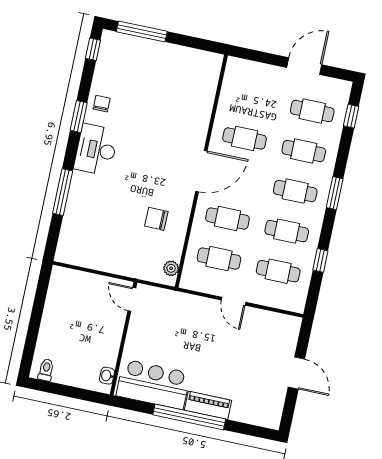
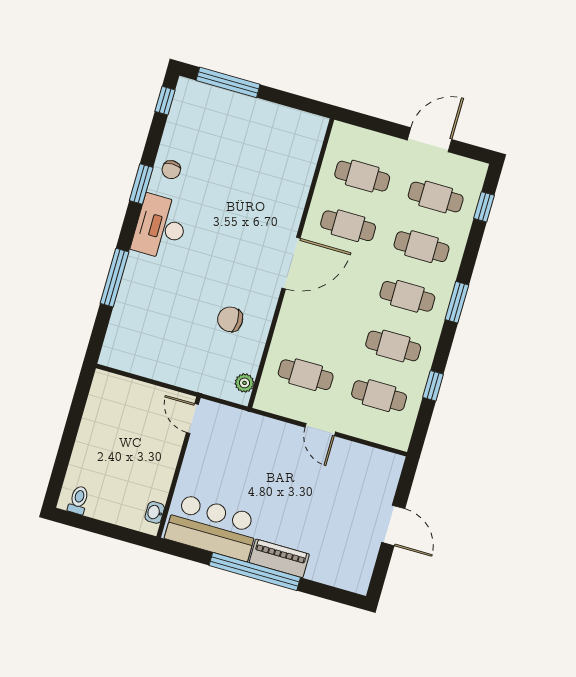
chair: (102, 104) -> (171, 170), turned 180
cafe table: (227, 219) -> (362, 176), moved

